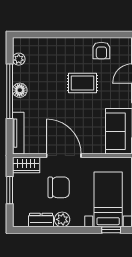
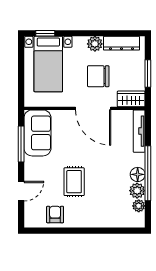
plant: (20, 74) -> (137, 191), added
rug: (83, 83) -> (74, 182), turned 90
dresser: (41, 220) -> (122, 43), width x1.44

